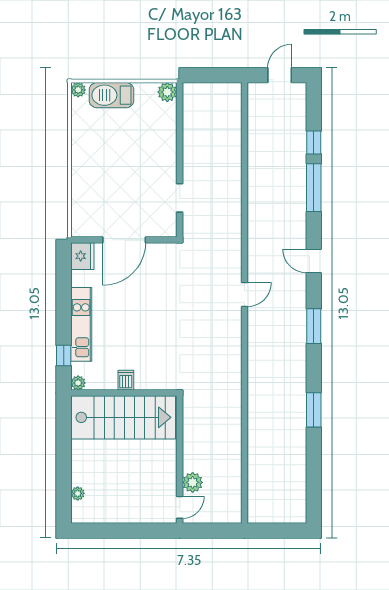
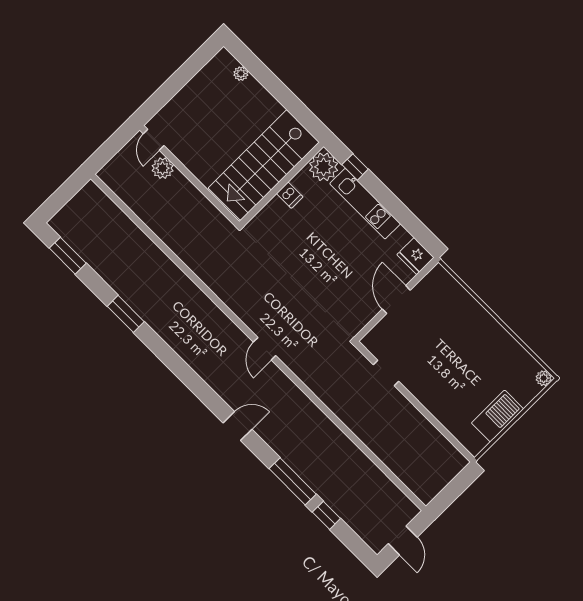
plant: (167, 92) -> (475, 443), removed
barbecue: (111, 95) -> (498, 416), moved
door: (124, 240) -> (396, 300), width x0.73
window: (314, 326) -> (68, 256), moved
plant: (78, 383) -> (324, 167), width x1.87, depth x1.87

